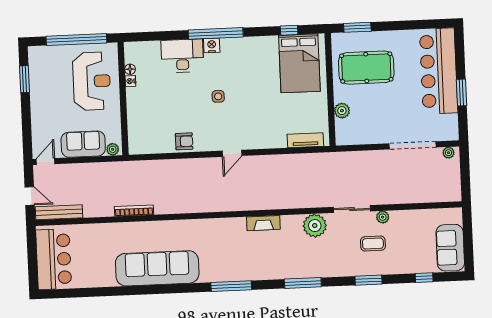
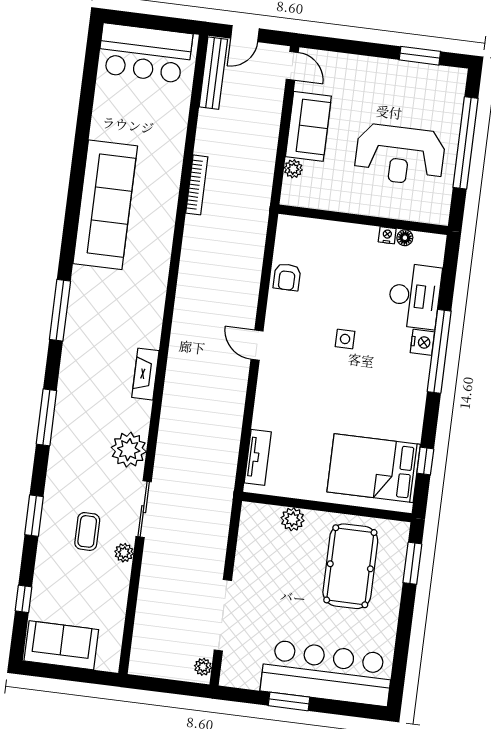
floor lamp: (130, 69) -> (405, 238), moved
nightstand: (130, 81) -> (387, 235), moved
wall: (123, 99) -> (363, 220), moved

